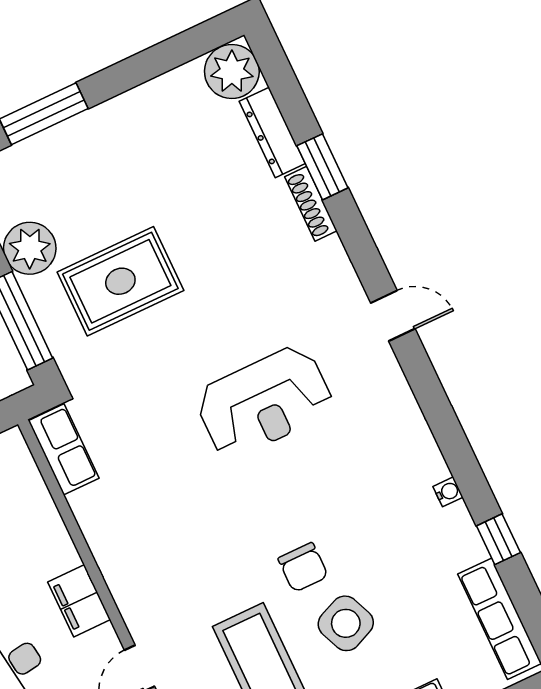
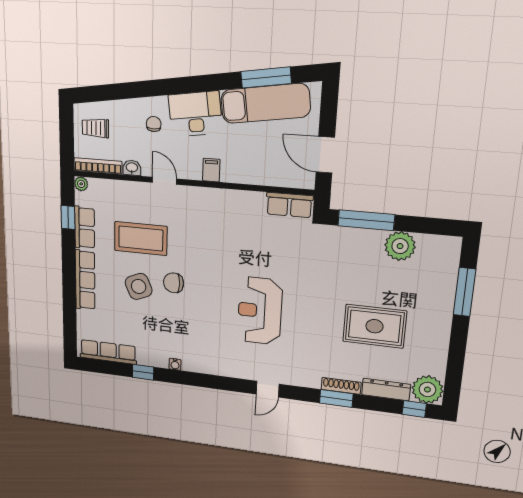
window: (277, 71) -> (414, 409), added
window: (322, 167) -> (336, 398), moved
rug: (120, 281) -> (375, 326), moved, turned 90
filing cabinet: (79, 601) -> (211, 170), width x0.50

